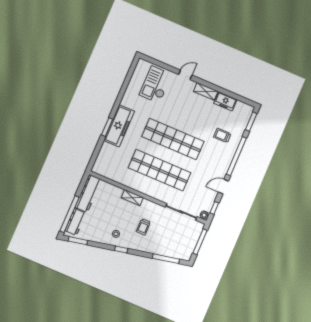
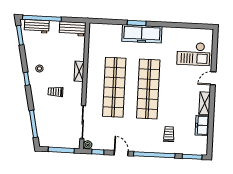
door: (185, 75) -> (213, 78), swing flipped
checkout: (156, 85) -> (193, 54), turned 180
workbench: (88, 193) -> (73, 29), width x0.73

